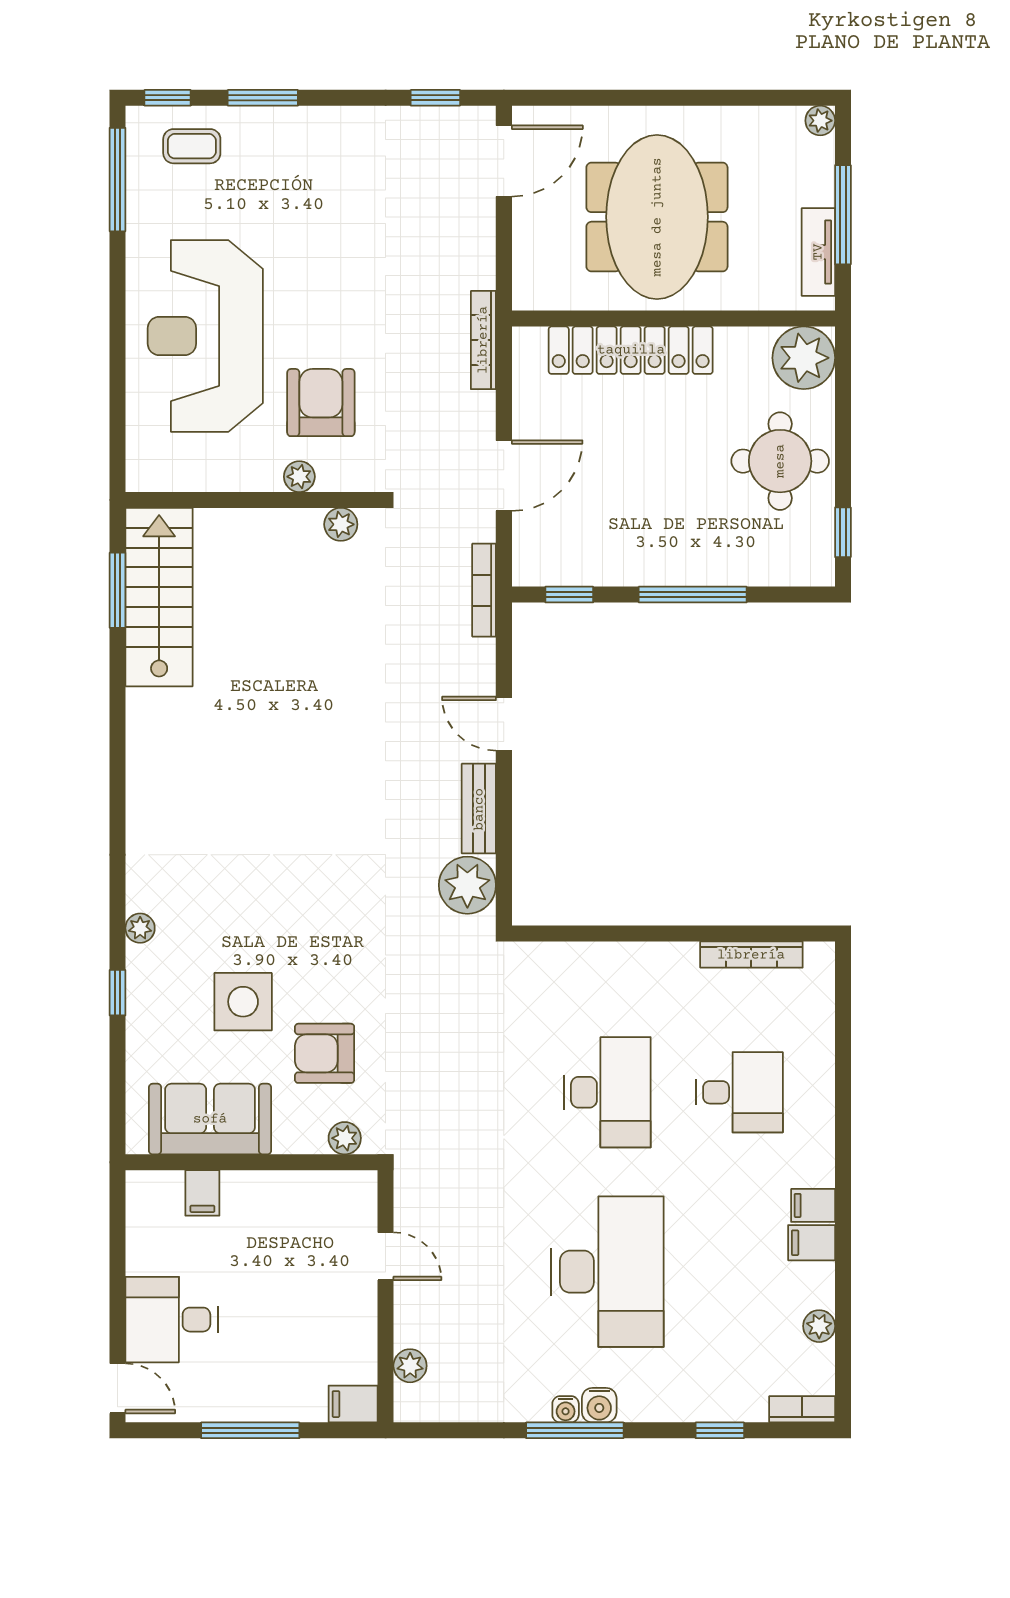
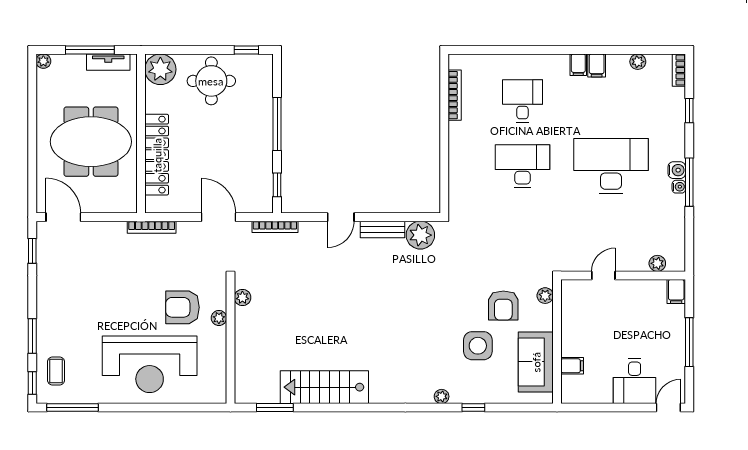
stairs: (159, 597) -> (324, 387), moved

